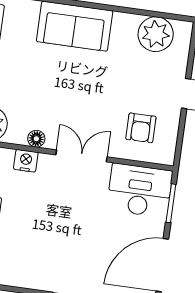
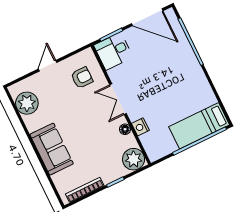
desk: (140, 190) -> (113, 51), width x0.73

